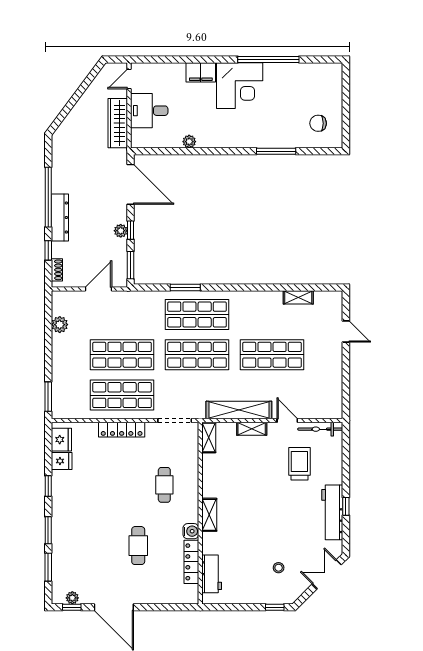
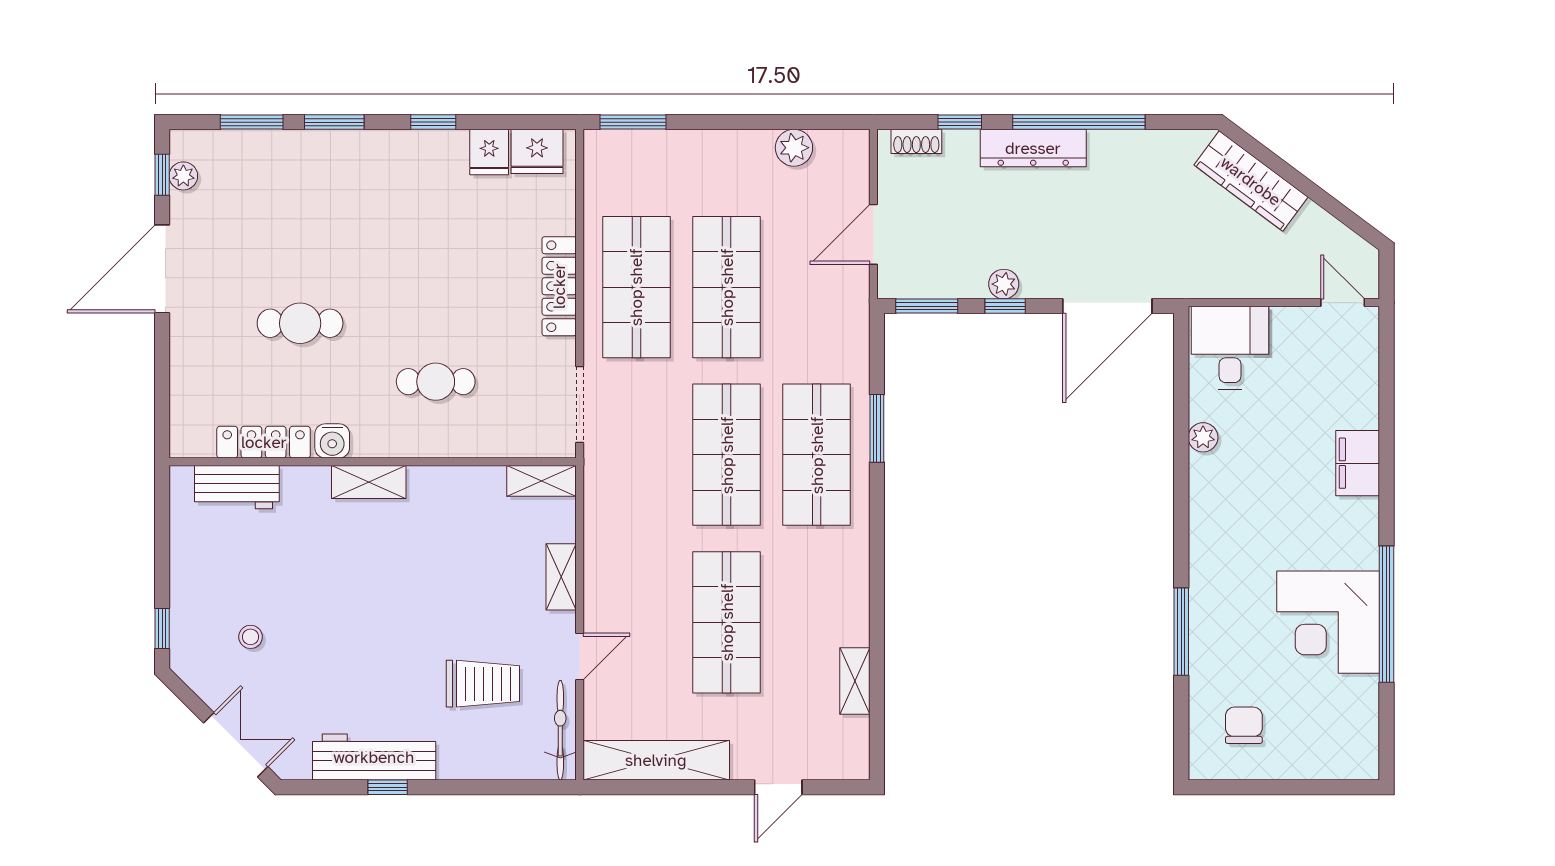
corner desk: (240, 86) -> (1328, 622), moved
desk: (149, 111) -> (1230, 348), moved
wardrobe: (118, 123) -> (1251, 181), moved, turned -143
door: (98, 289) -> (873, 234), swing flipped
shelving: (239, 410) -> (656, 760), moved, turned 90

